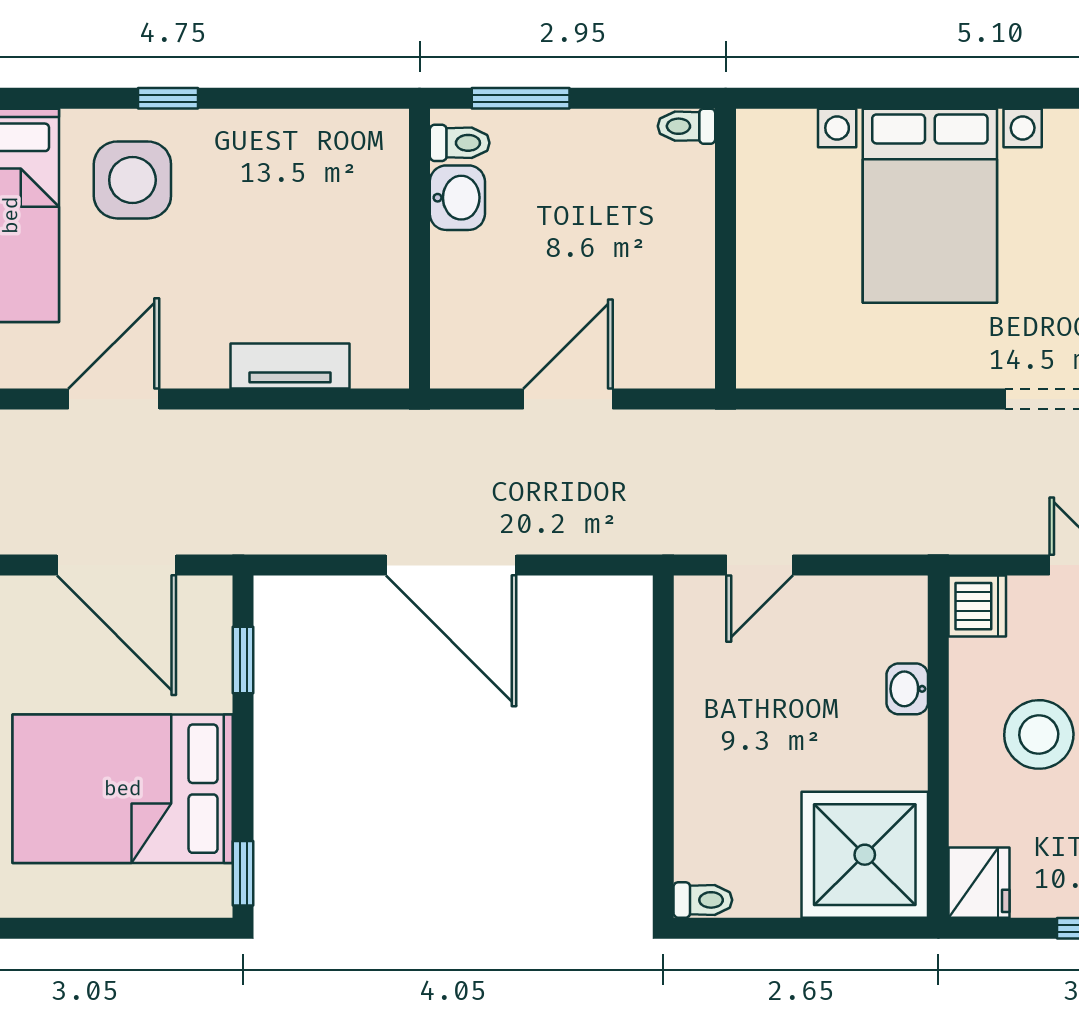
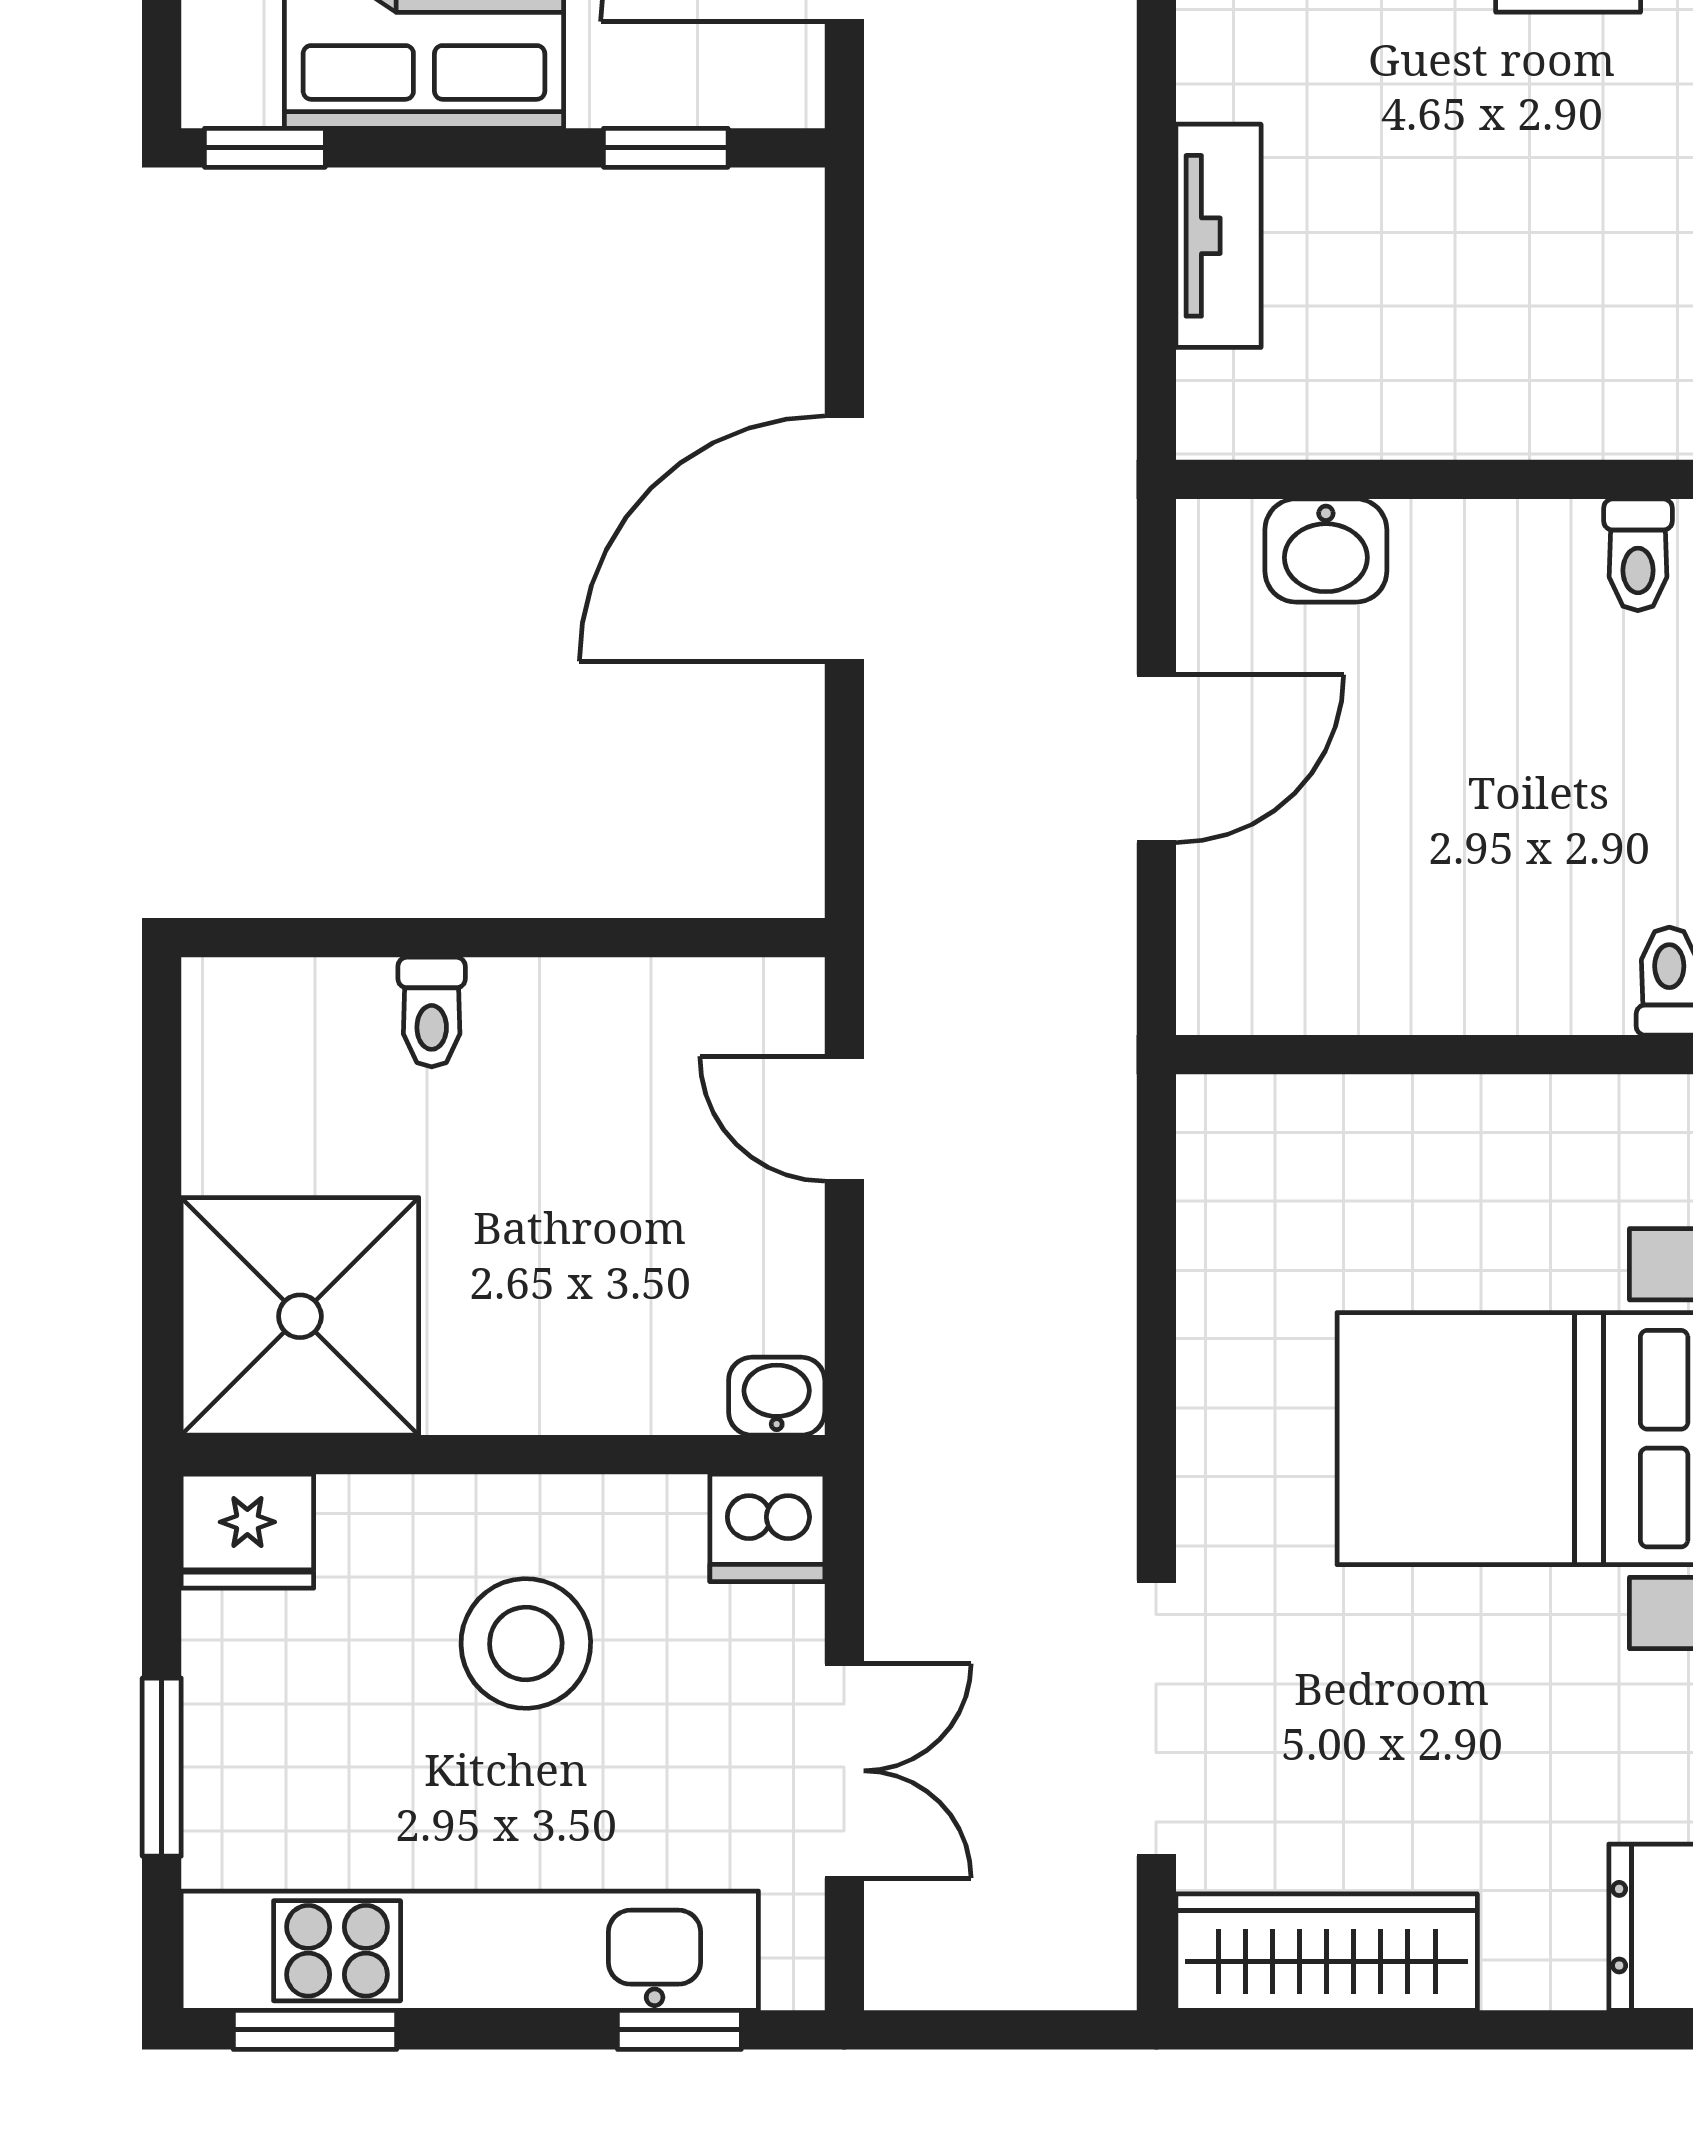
washbasin: (457, 198) -> (1326, 550), moved
door: (568, 399) -> (1156, 759), hinge flipped
washbasin: (907, 689) -> (777, 1396), moved
toilet: (703, 900) -> (432, 1012), moved

